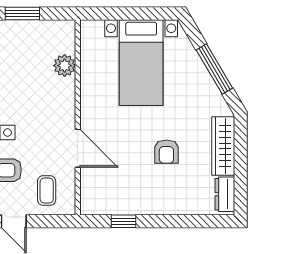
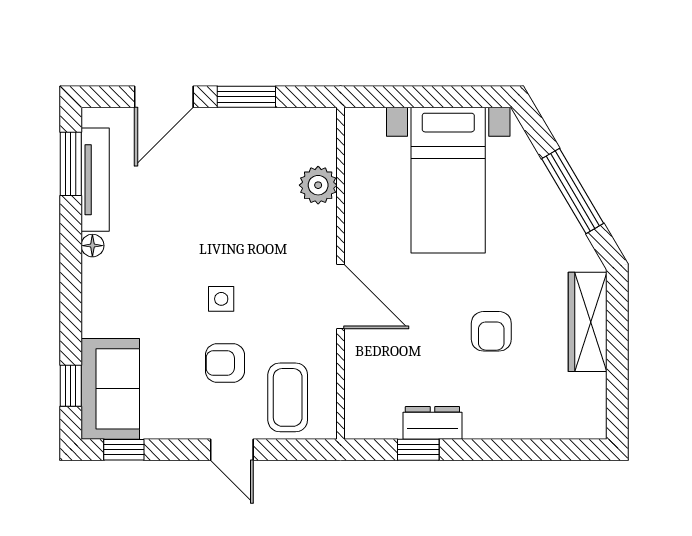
door: (78, 148) -> (341, 297), moved
coffee table: (47, 191) -> (288, 397), width x1.36, depth x1.30
dresser: (225, 194) -> (432, 423), moved, turned 90

